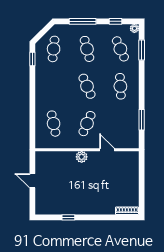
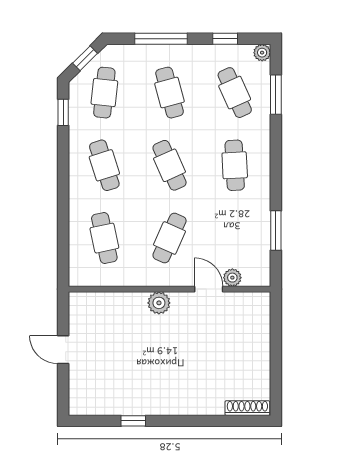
window: (44, 31) -> (85, 58), added
cafe table: (54, 86) -> (104, 165), added
plant: (119, 144) -> (232, 278), added

